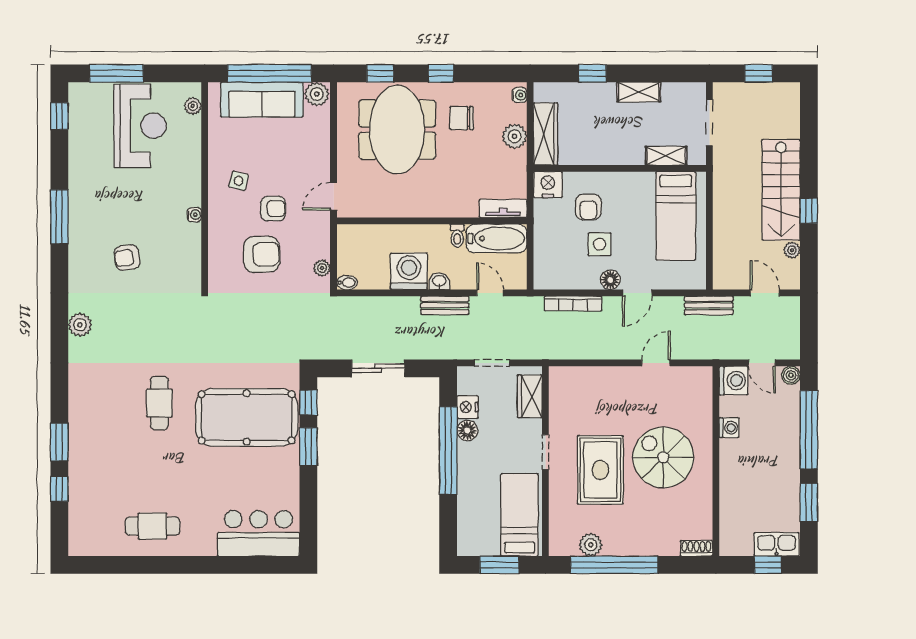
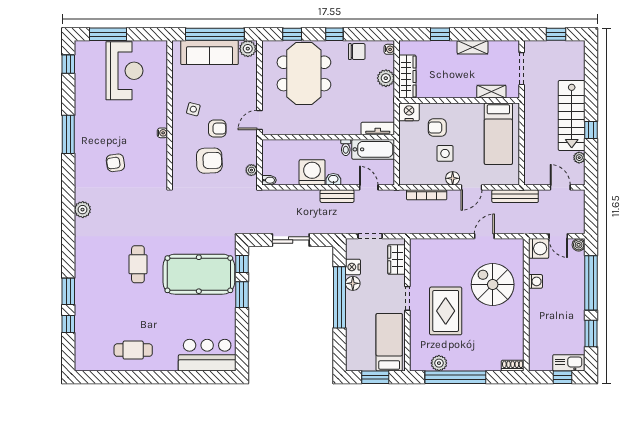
plant: (193, 106) -> (161, 57), removed
chair: (462, 118) -> (357, 52), moved, turned 180
armchair: (588, 207) -> (437, 127), turned 90
bench: (709, 305) -> (515, 196), width x1.36
spiral stairs: (663, 457) -> (493, 285), moved

